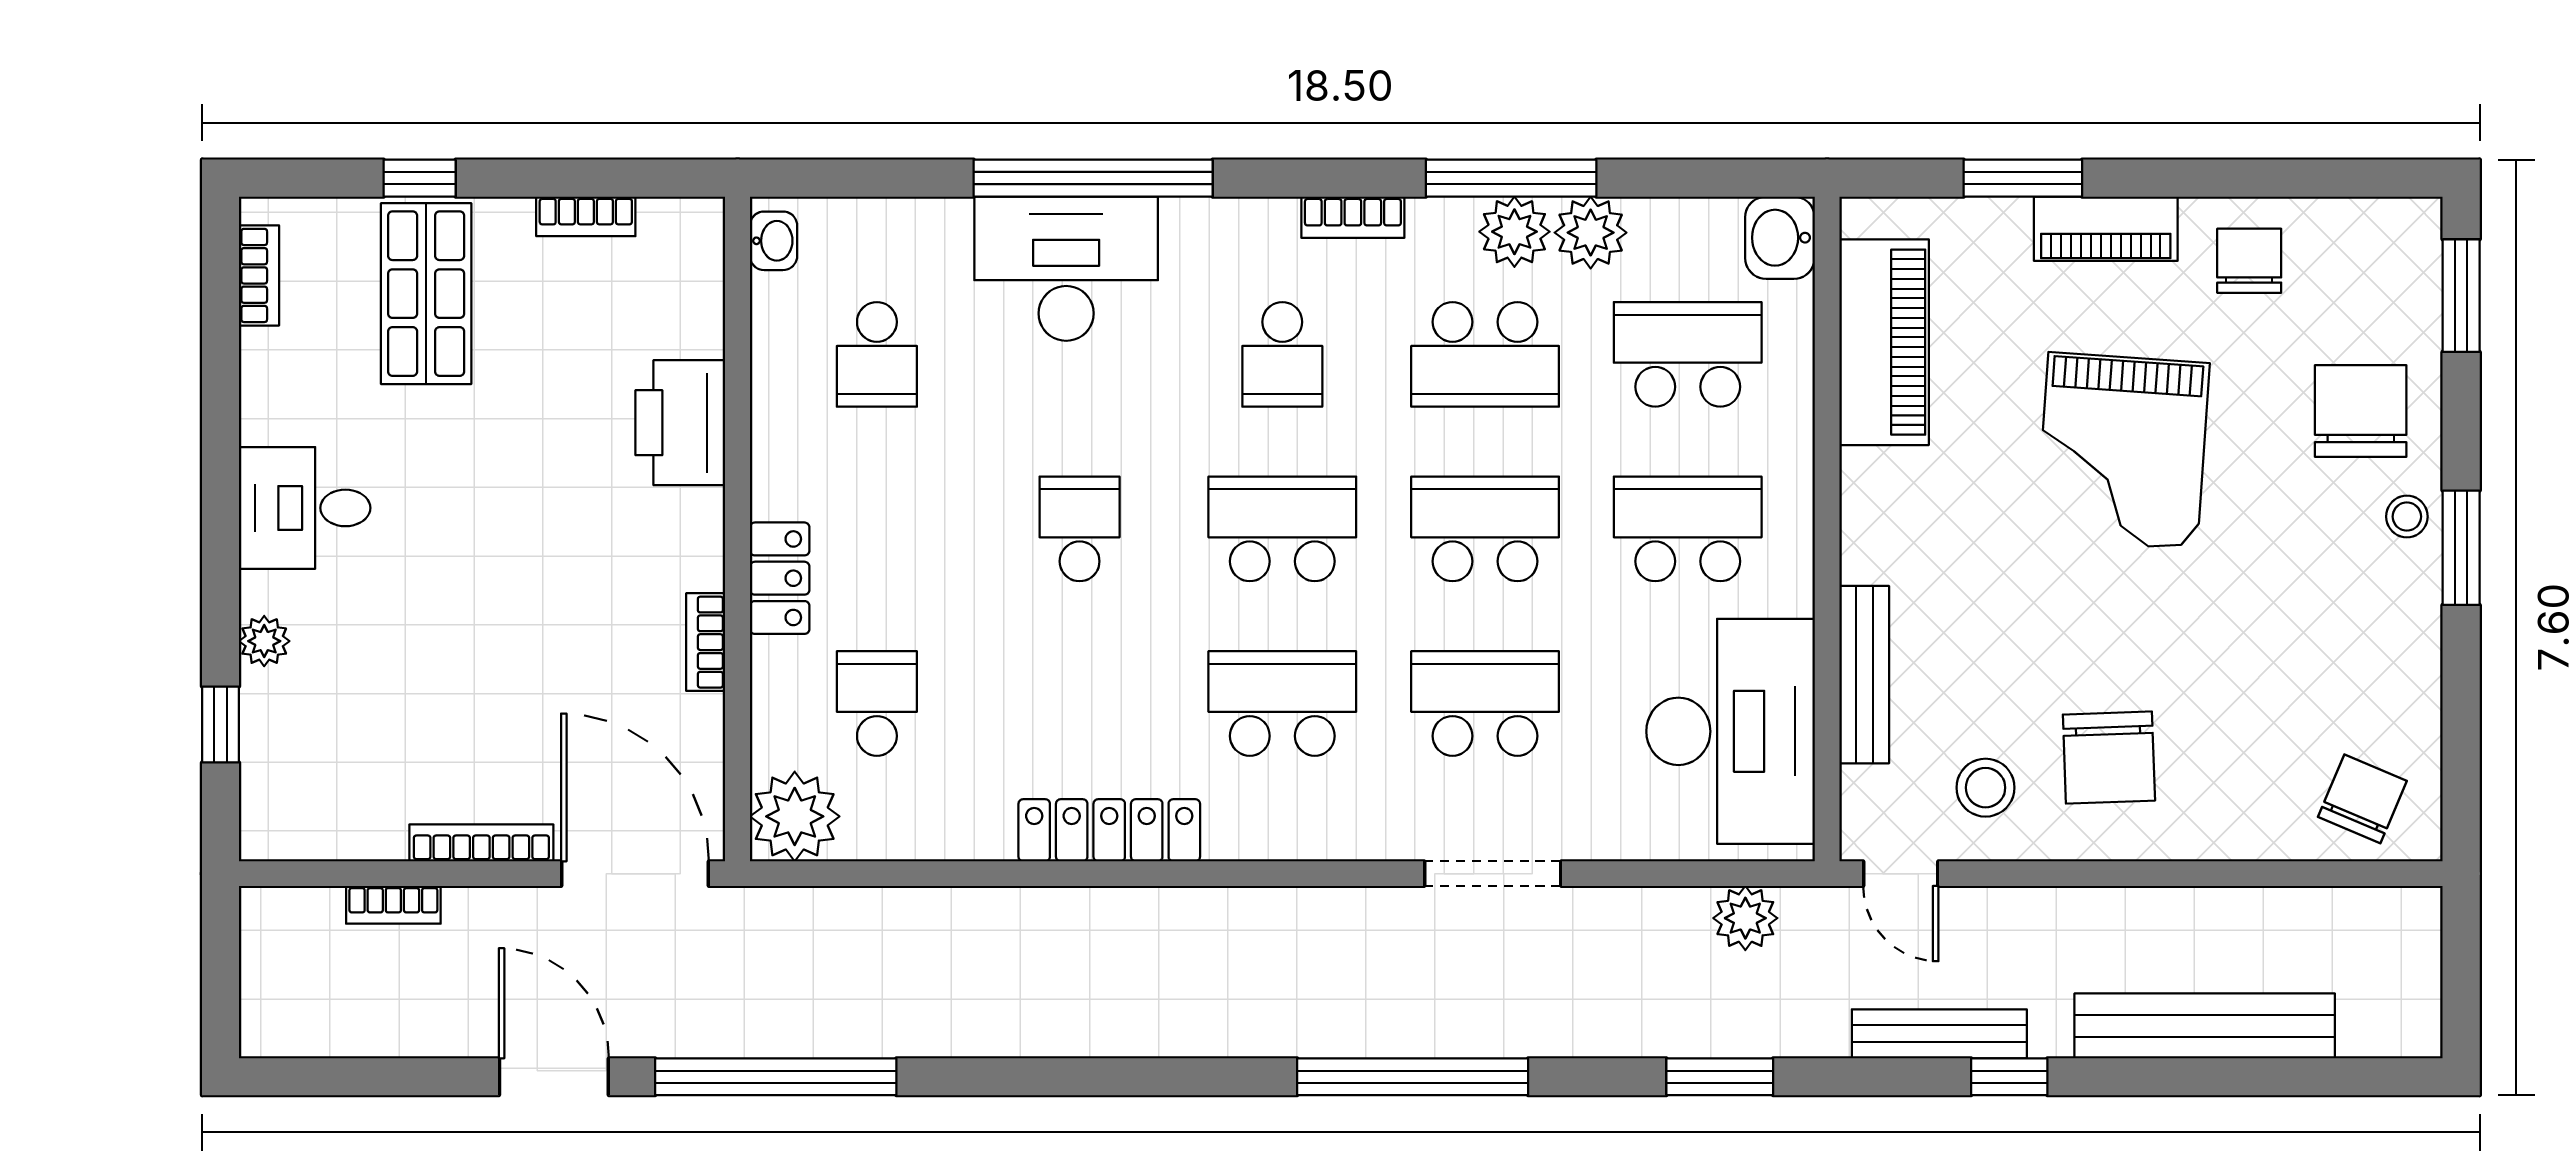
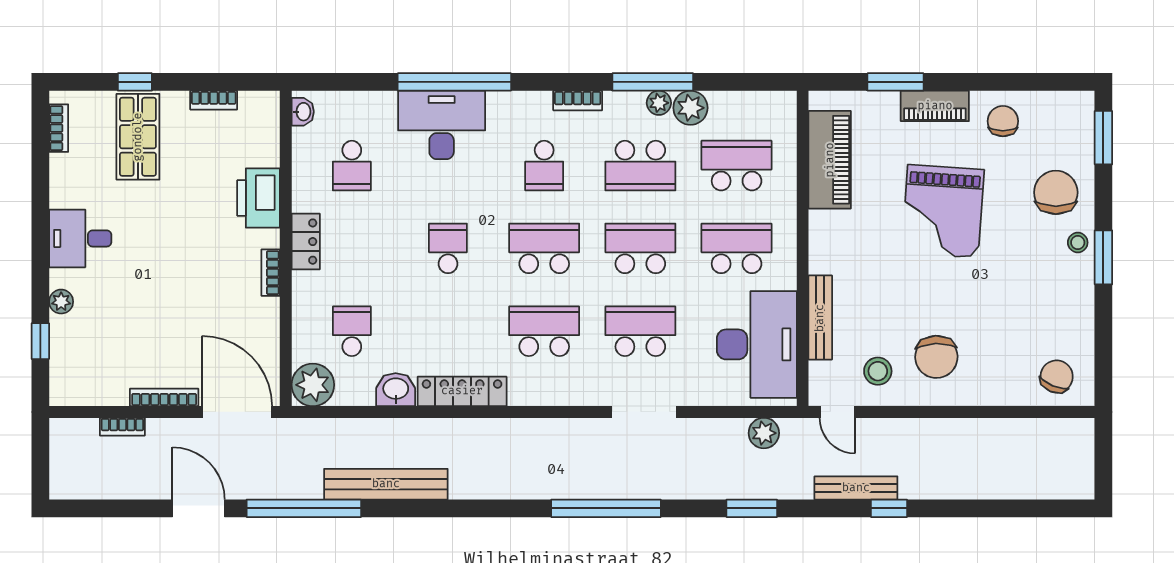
plant: (1514, 232) -> (659, 103), width x0.73, depth x0.73
washbasin: (1780, 238) -> (396, 390), moved, turned 90
locker: (780, 578) -> (306, 242), moved
bookcase: (706, 642) -> (271, 273), moved
bench: (2205, 1026) -> (386, 484), moved

